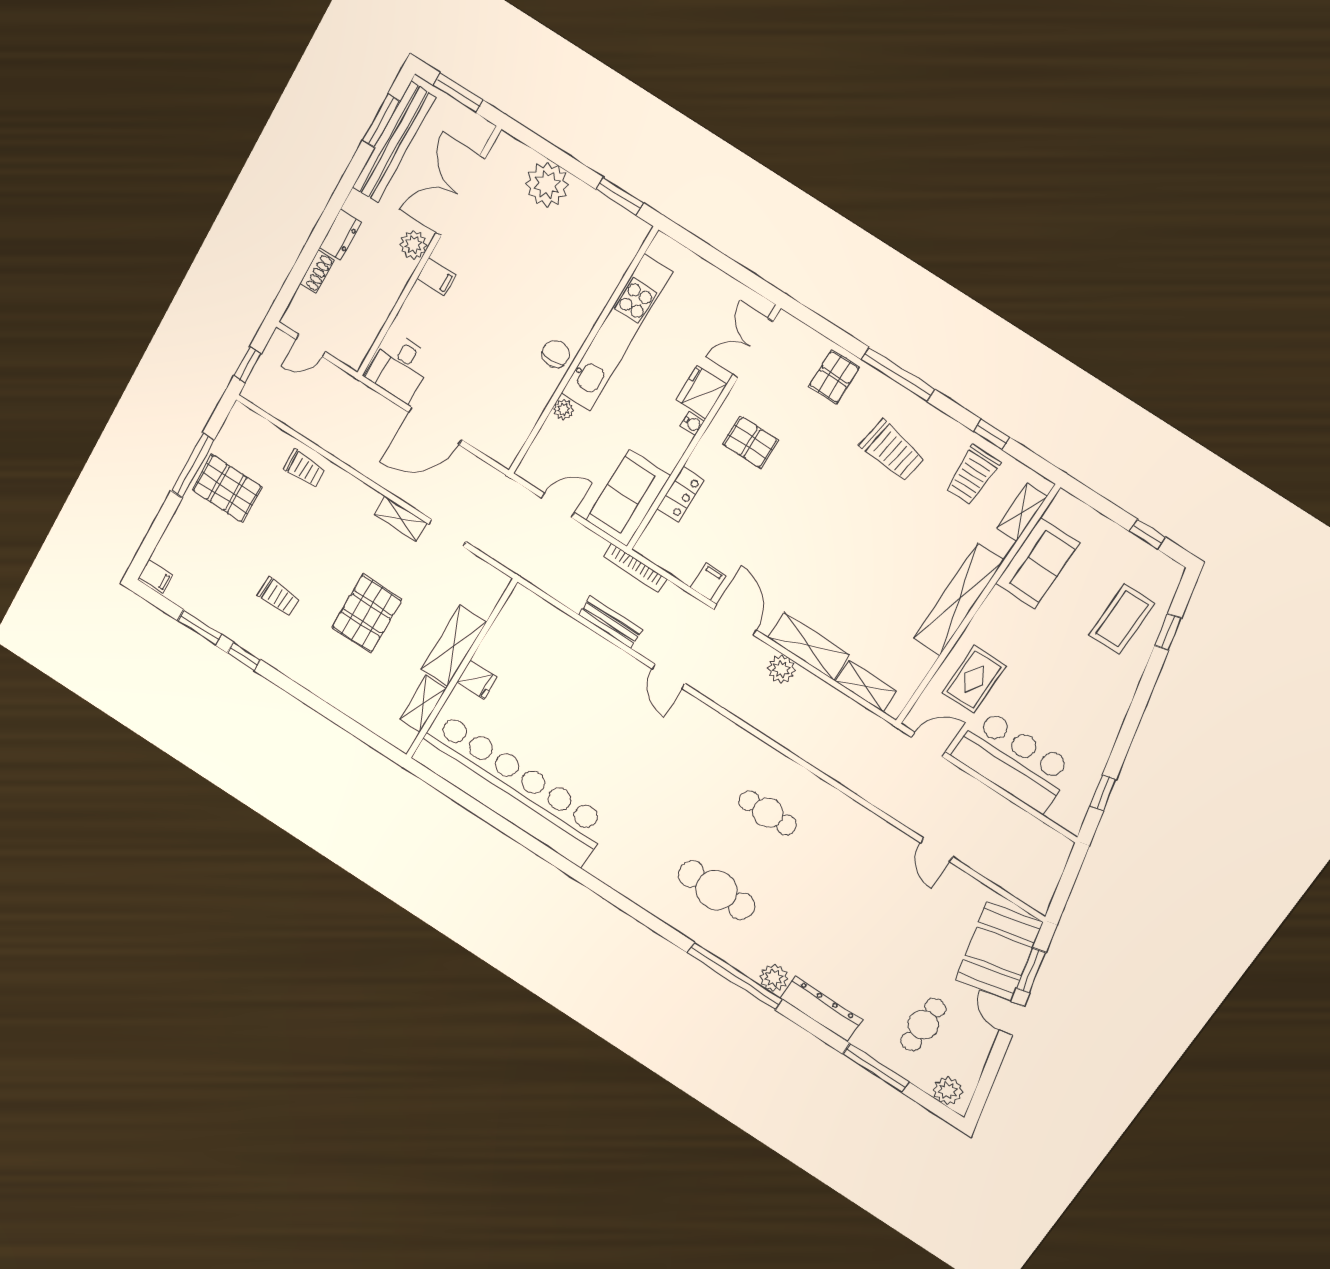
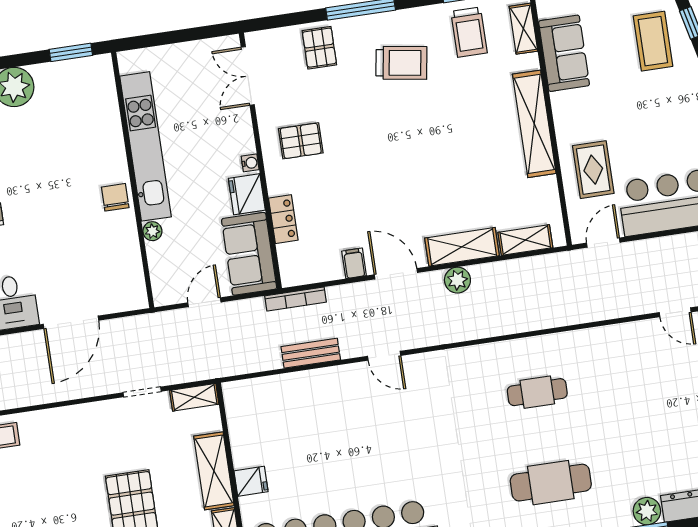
fridge: (701, 392) -> (247, 194), moved
shelving: (401, 519) -> (194, 397), moved

